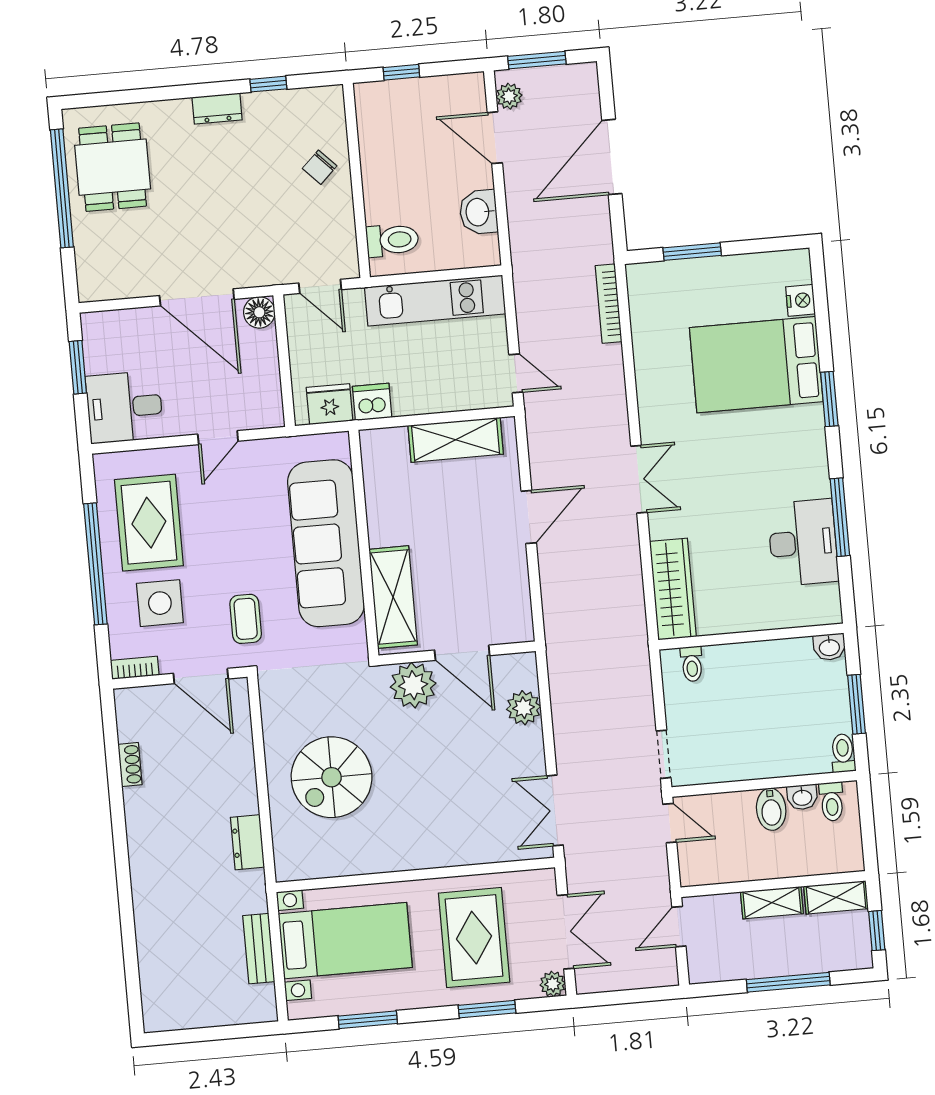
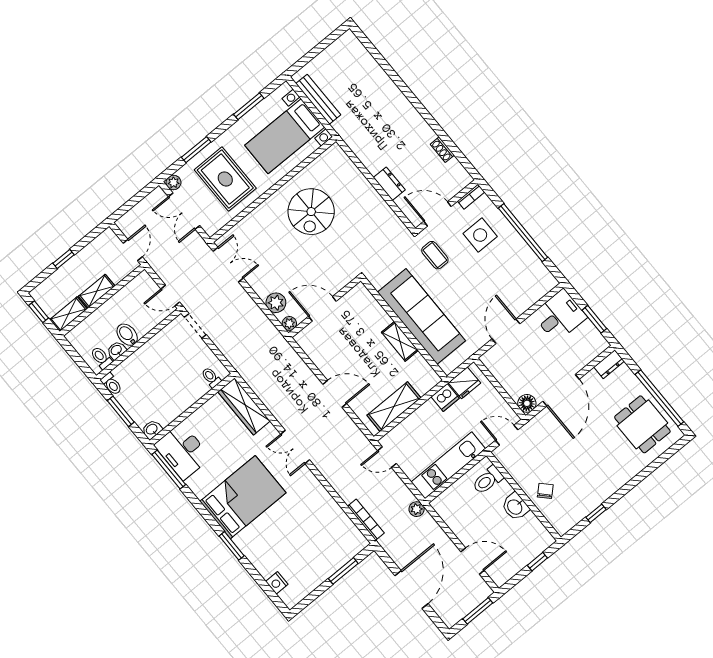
plant: (509, 96) -> (417, 509), moved
dresser: (217, 109) -> (609, 364), moved, turned 180
washbasin: (479, 212) -> (515, 507), moved, turned 180
door: (197, 297) -> (561, 390), swing flipped
bed: (756, 365) -> (243, 497), moved
door: (218, 438) -> (506, 331), width x1.38
door: (529, 517) -> (335, 394), swing flipped
window: (840, 517) -> (169, 469), moved
rug: (149, 523) -> (511, 269), removed
desk: (803, 543) -> (183, 451), moved
shelving: (393, 597) -> (400, 341), moved, width x0.67, depth x0.75
plant: (413, 685) -> (289, 323), moved, width x0.53, depth x0.53
spiral stairs: (332, 777) -> (311, 212), moved, turned 180
dresser: (247, 842) -> (389, 184), moved
bench: (259, 949) -> (318, 99), width x1.36
window: (788, 982) -> (64, 259), width x0.46

